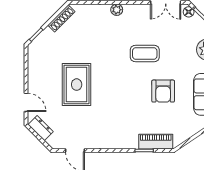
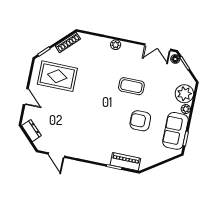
rug: (77, 85) -> (57, 76), moved, turned 90
armchair: (163, 91) -> (140, 121), turned 90
door: (26, 102) -> (26, 97), moved

